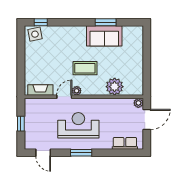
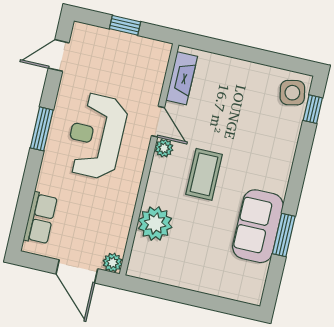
reception desk: (78, 125) -> (96, 136), turned 180

